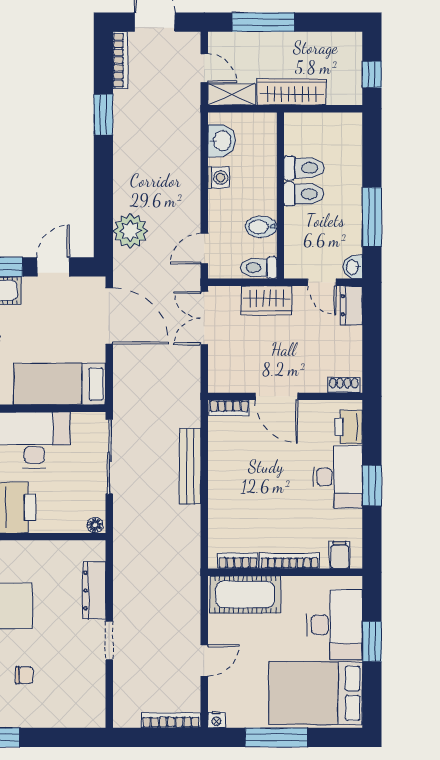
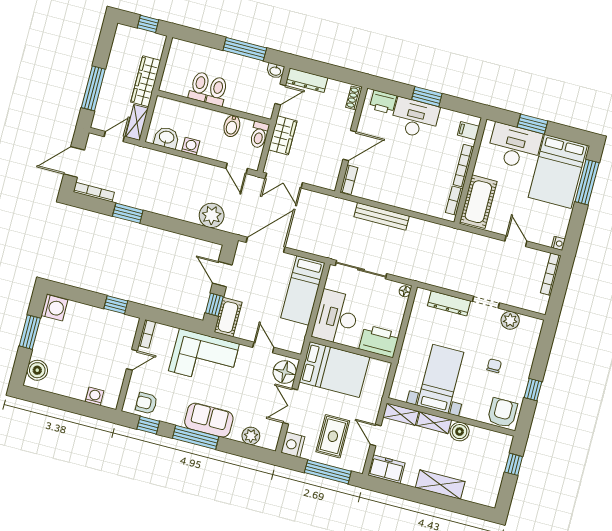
dresser: (351, 305) -> (307, 80), width x1.44
plant: (93, 681) -> (510, 320), added
window: (276, 737) -> (587, 182), moved

